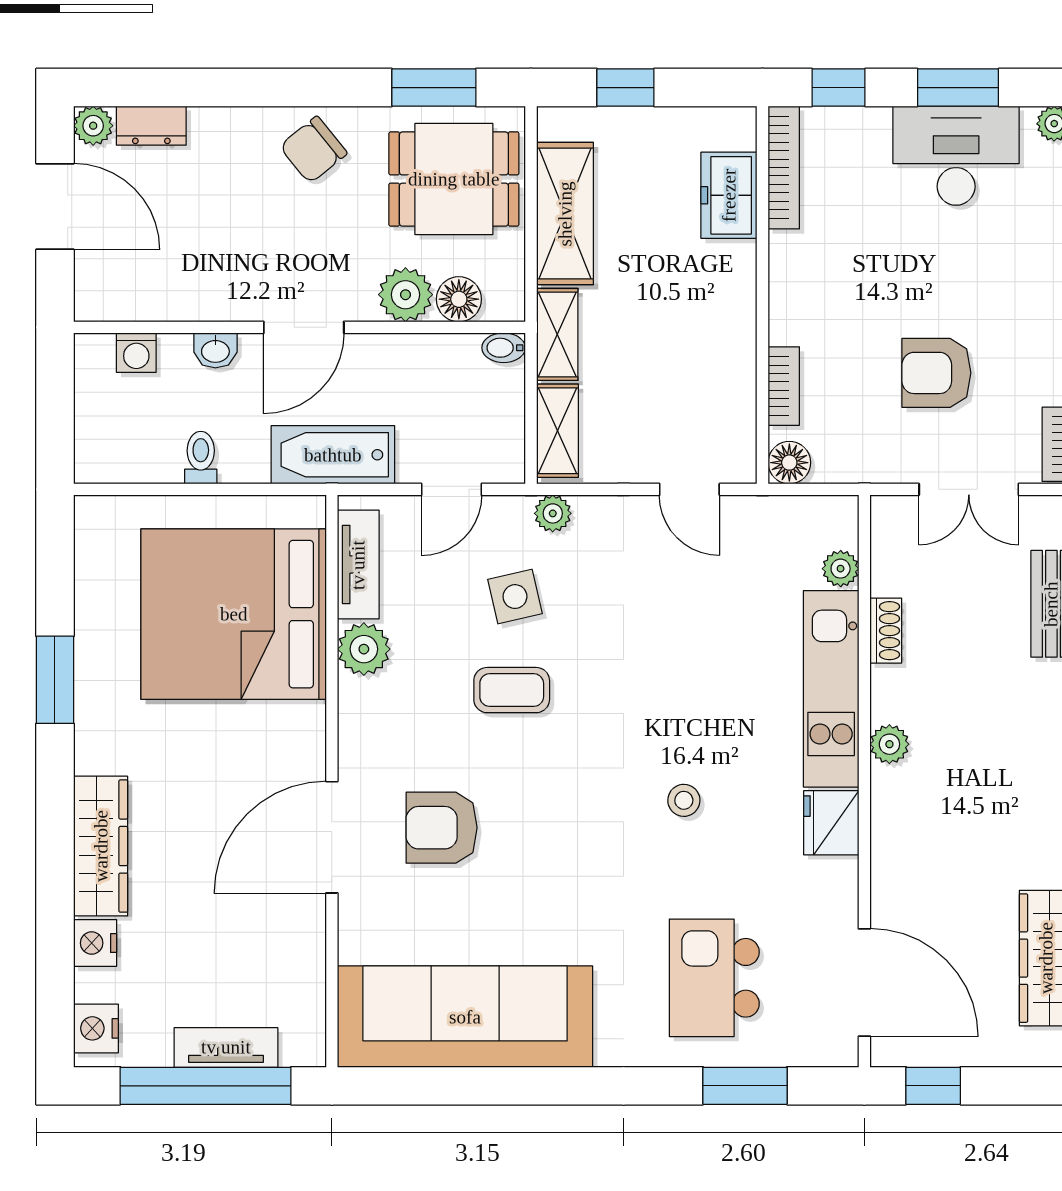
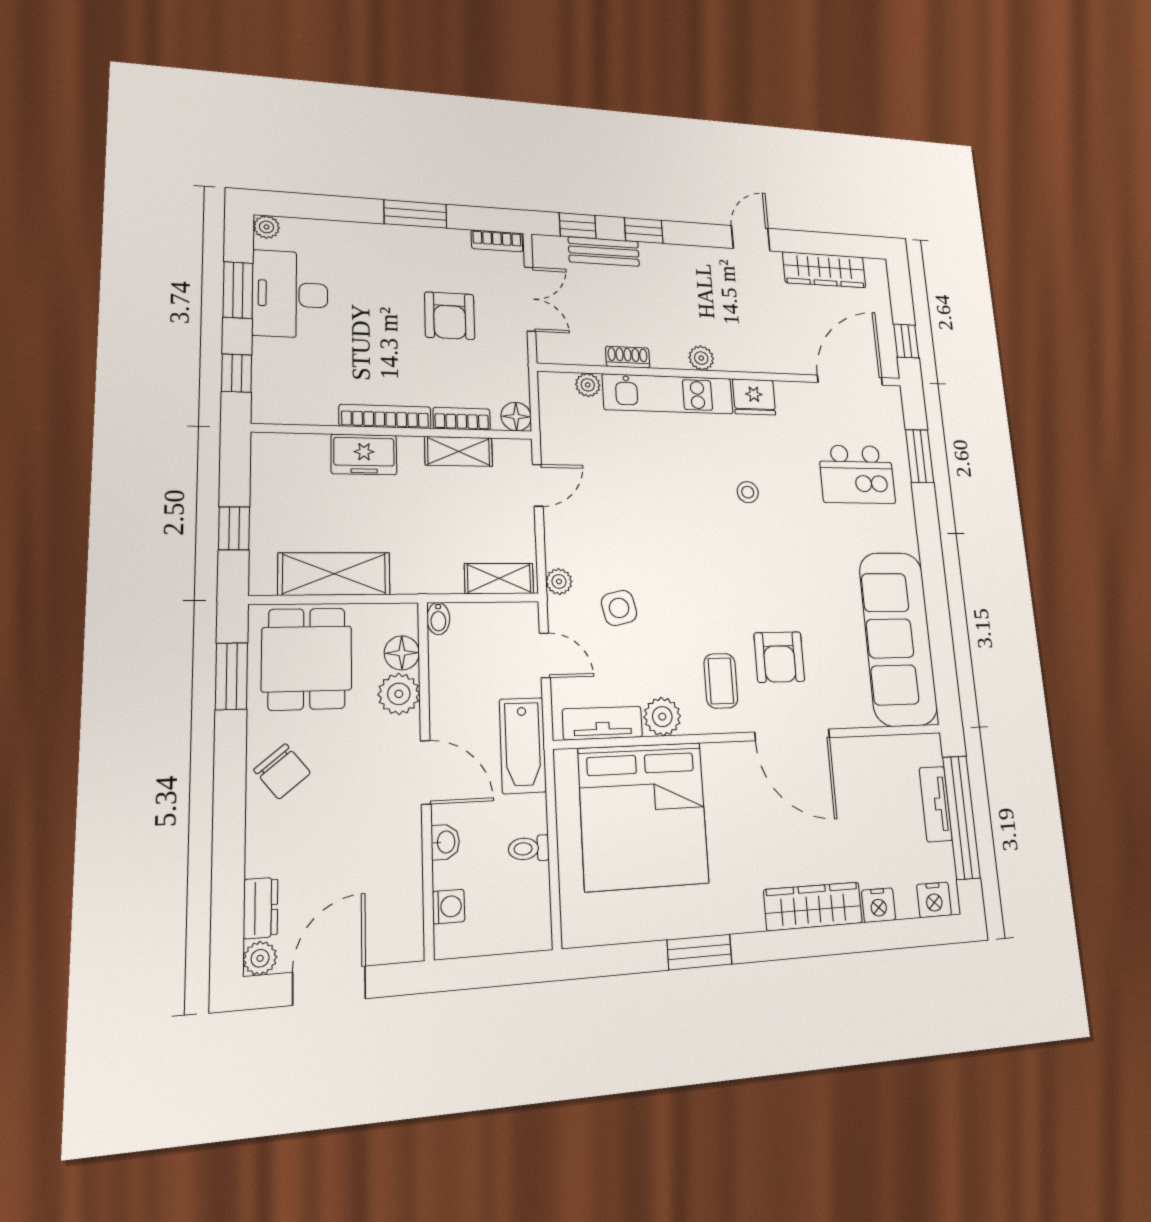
bookcase: (784, 167) -> (385, 416), moved
freezer: (729, 195) -> (364, 455), moved
shelving: (557, 334) -> (459, 451), moved
coffee table: (512, 690) -> (721, 681), moved

